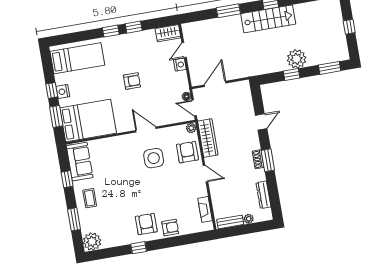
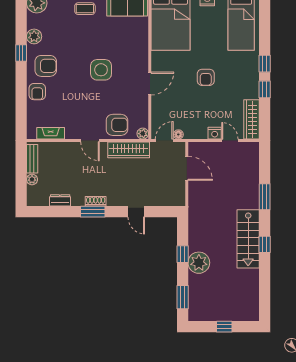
wardrobe: (168, 33) -> (252, 119), width x1.50
side table: (154, 158) -> (101, 70), moved
door: (205, 174) -> (90, 141), hinge flipped
dresser: (263, 195) -> (60, 200), width x0.70
plant: (122, 239) -> (34, 36), added

